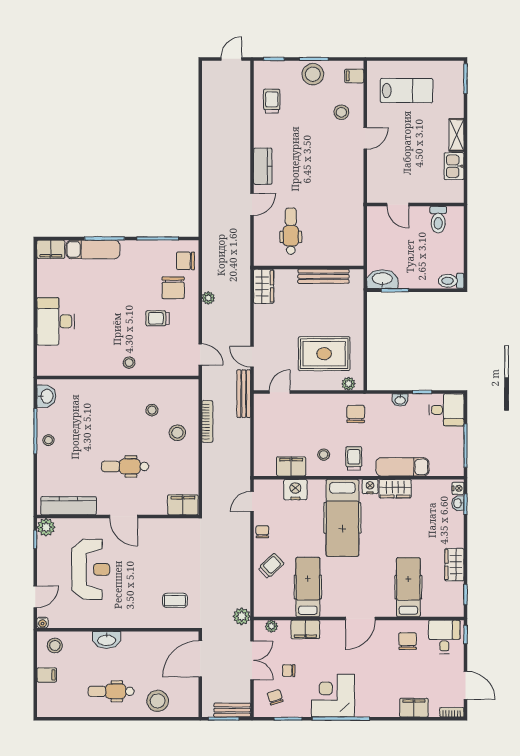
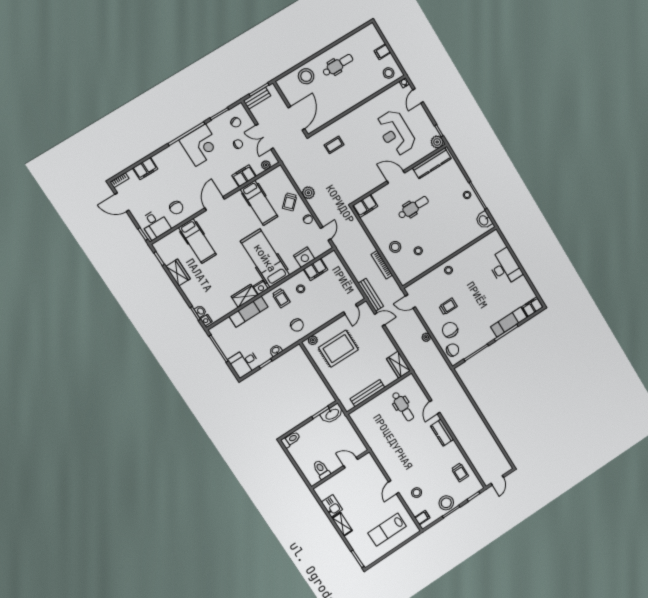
plant: (242, 616) -> (308, 193), moved
washbasin: (107, 640) -> (360, 95), removed

